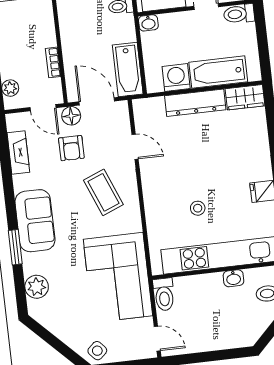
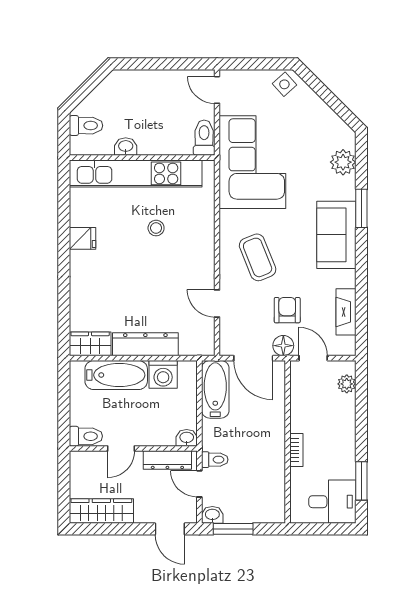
bookcase: (53, 62) -> (296, 450), moved

